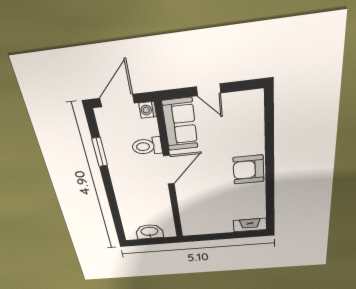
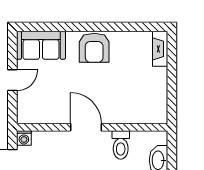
sofa: (180, 124) -> (41, 45), moved, turned 180
toilet: (147, 146) -> (121, 145), moved

